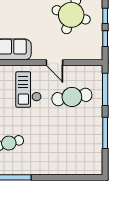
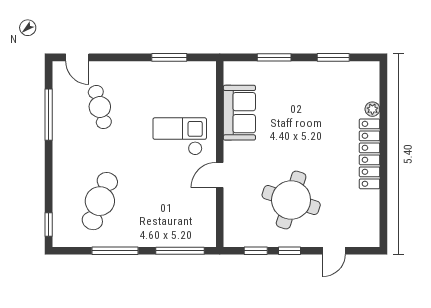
cafe table: (72, 97) -> (100, 201), moved, turned 30
window: (88, 177) -> (49, 224), added

